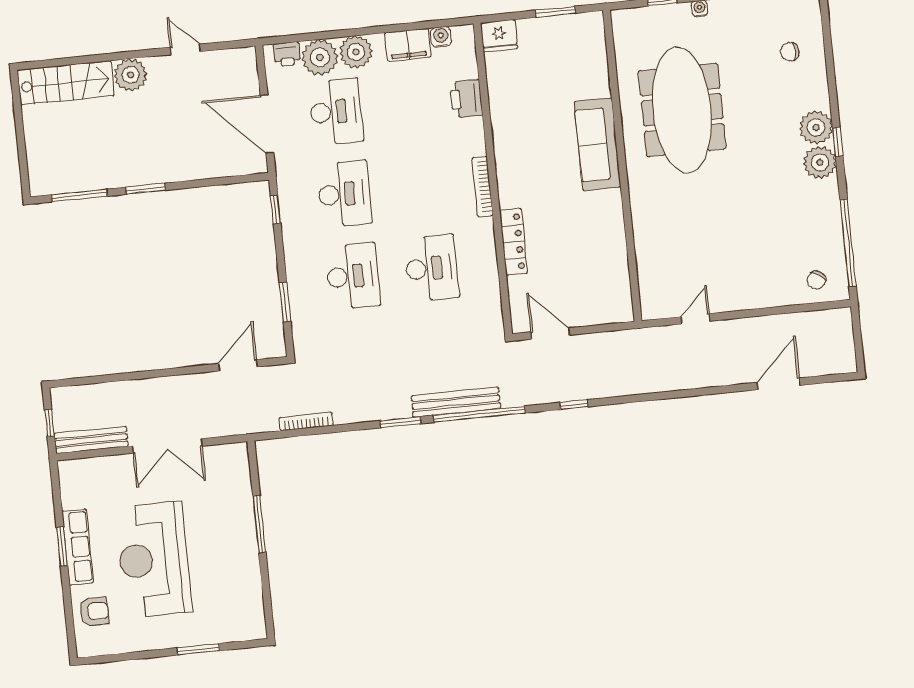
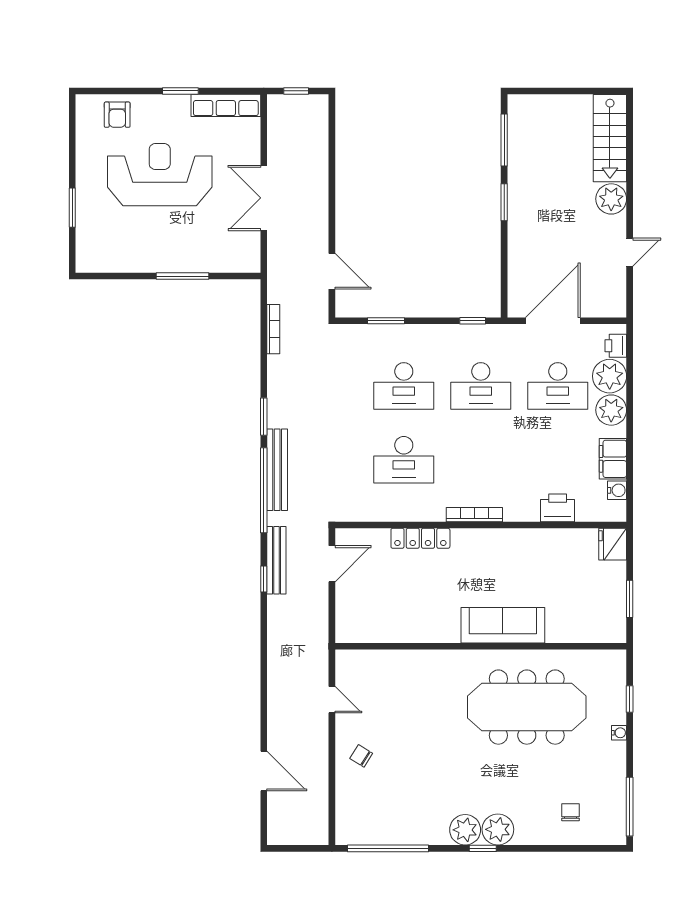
chair: (816, 280) -> (361, 756), moved
bench: (91, 440) -> (276, 560), moved
row of seats: (78, 547) -> (226, 105), moved

